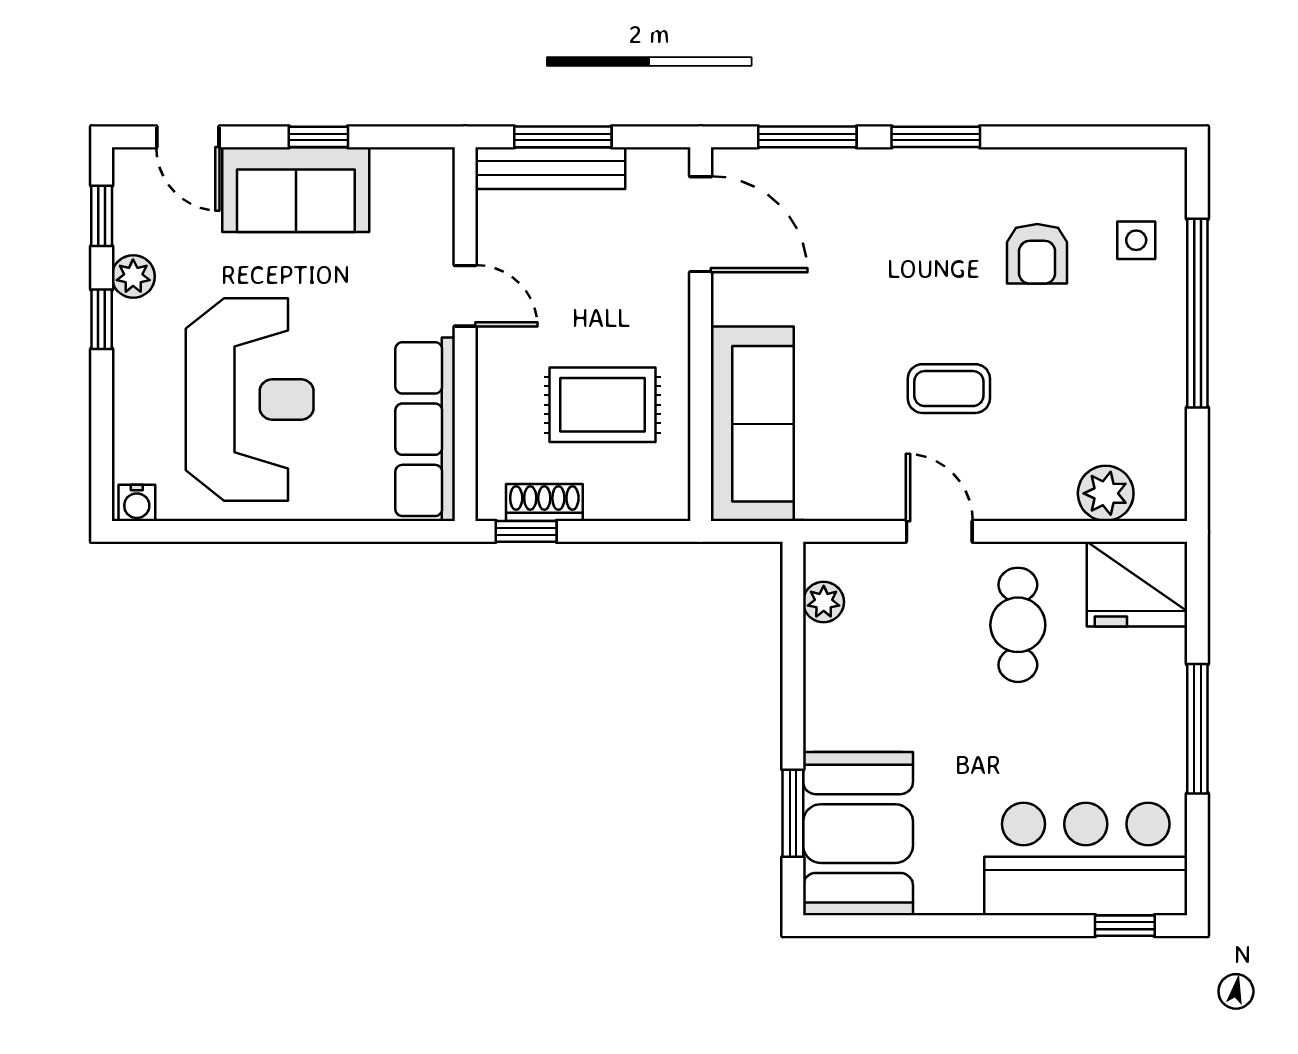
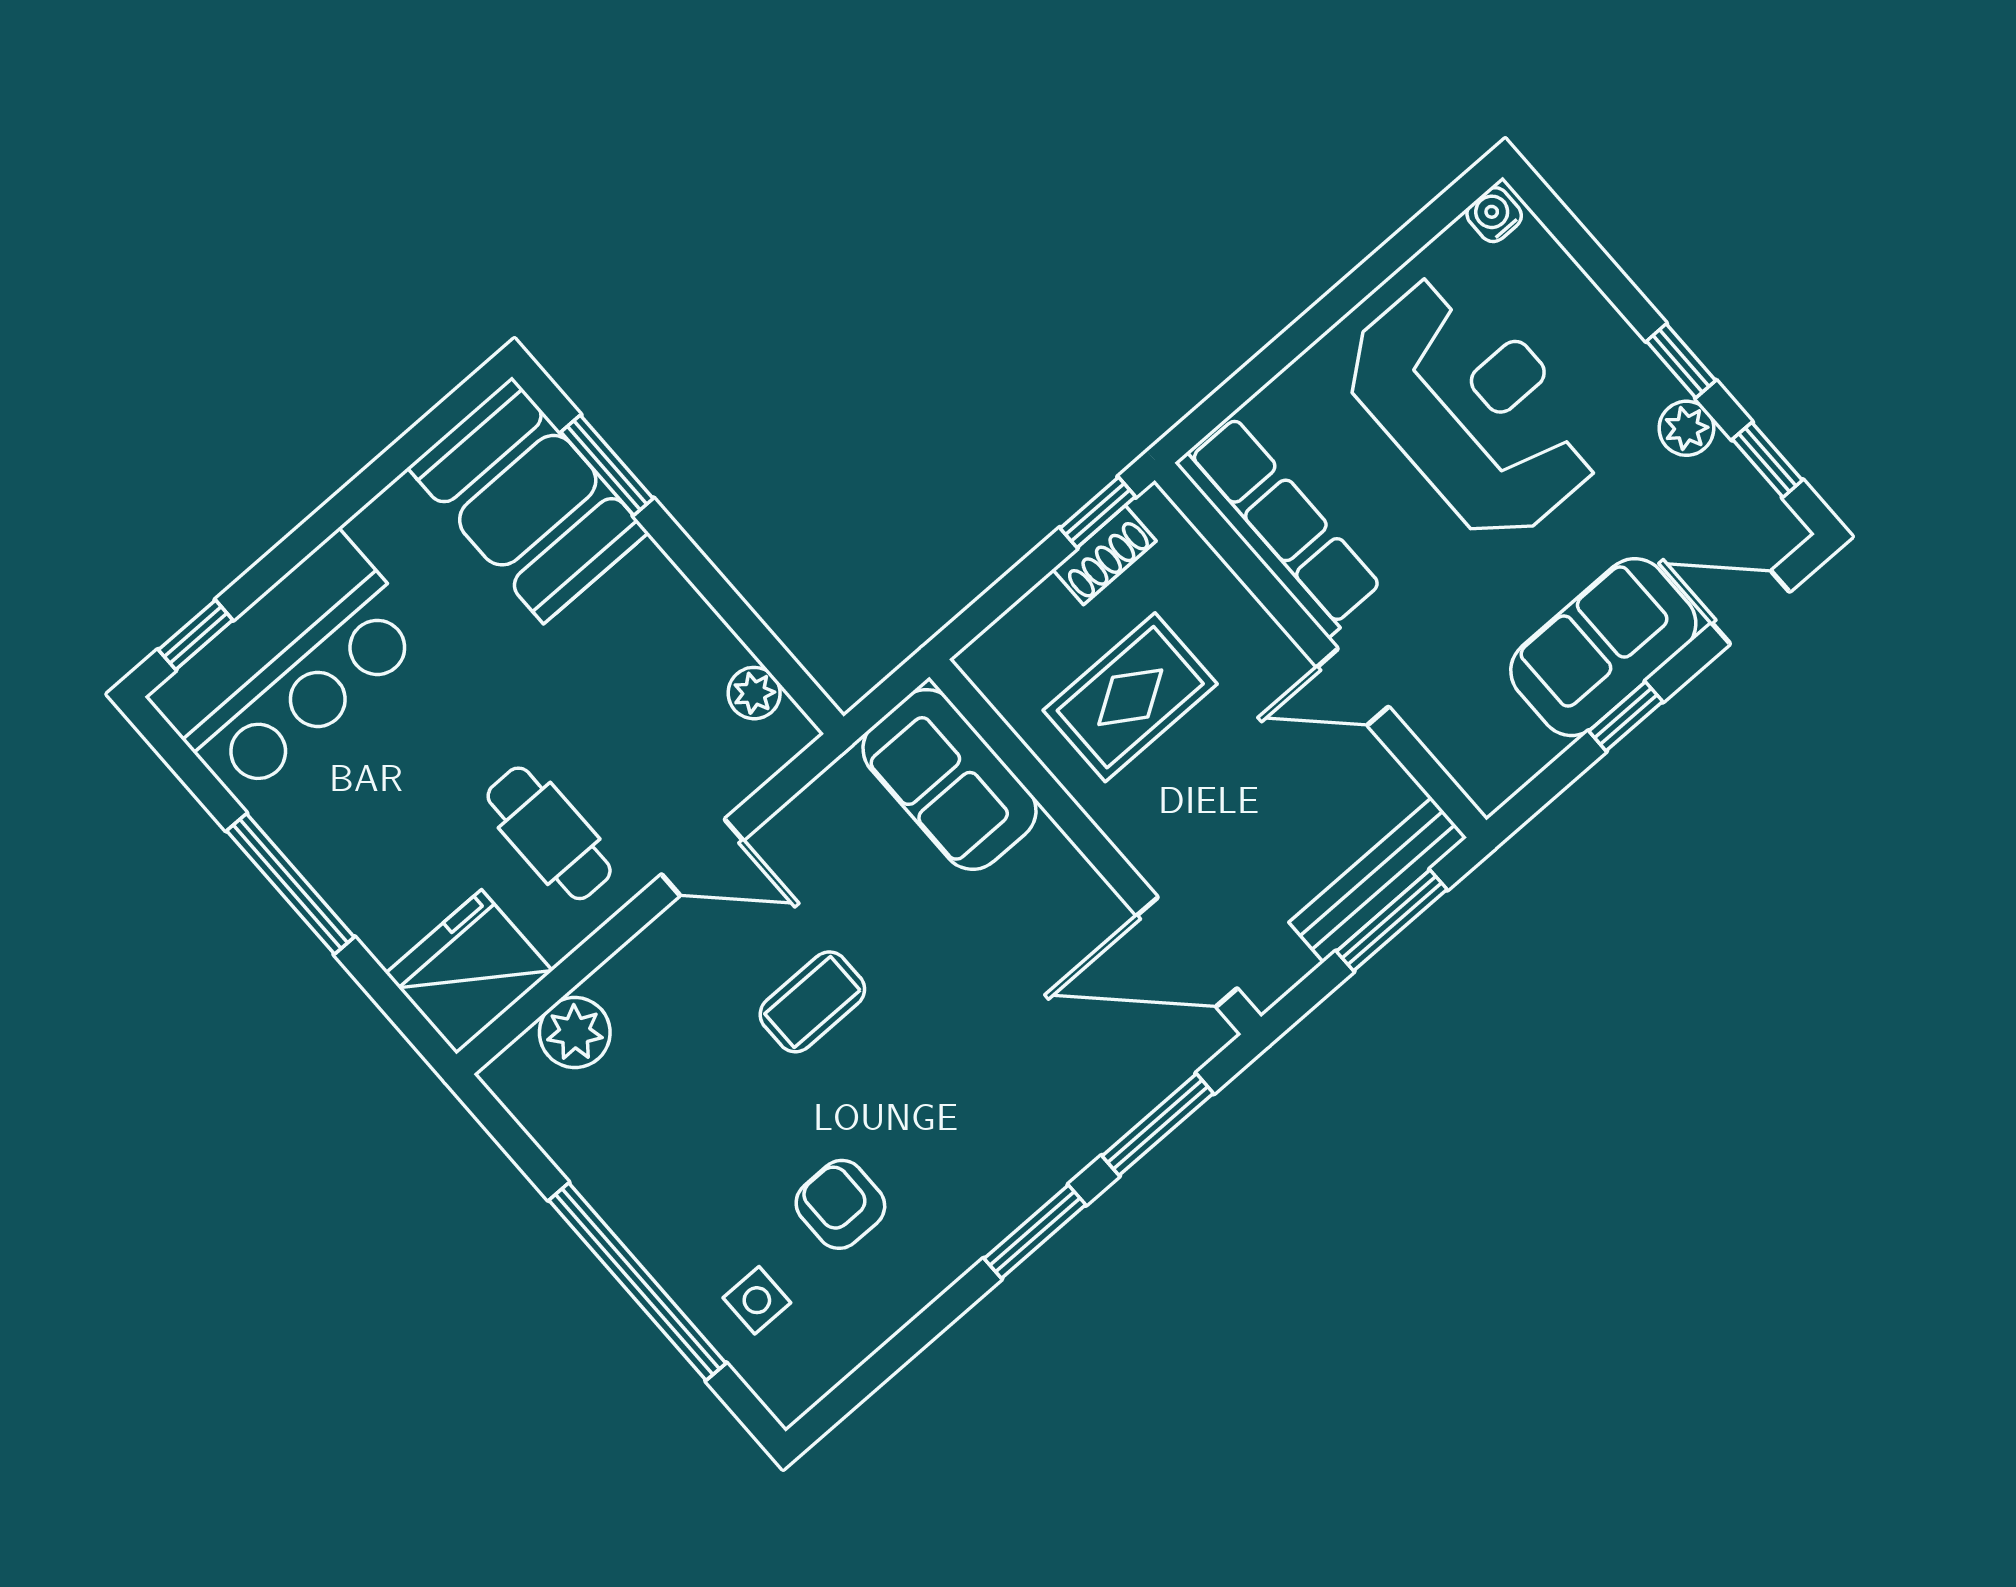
reception desk: (250, 399) -> (1472, 408), turned 180
sofa: (752, 424) -> (949, 779), width x0.73

